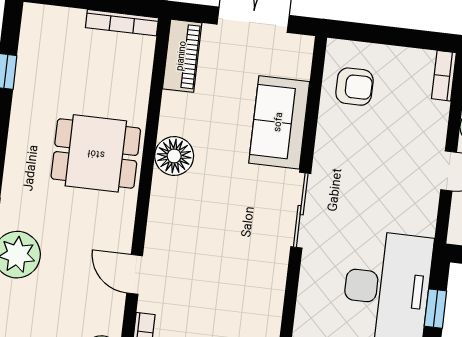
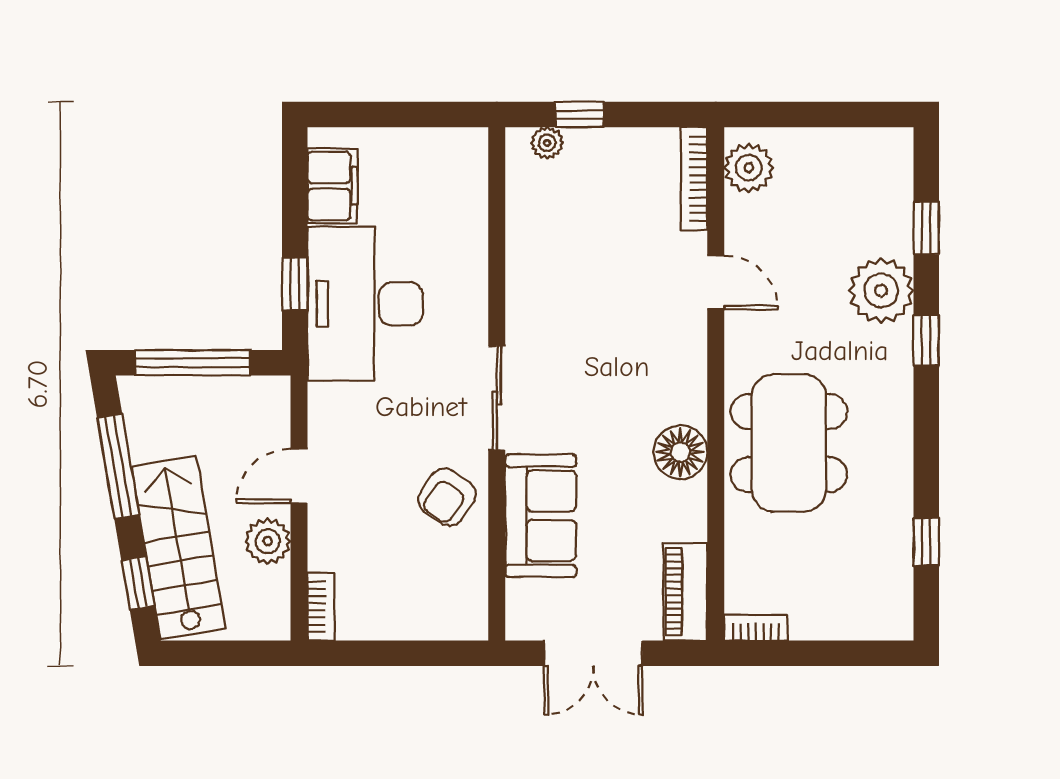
bookcase: (122, 23) -> (756, 628), width x0.64
armchair: (354, 87) -> (447, 497), moved, turned -55
dining table: (96, 153) -> (789, 443), width x1.38

